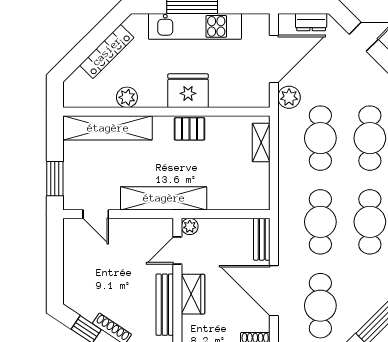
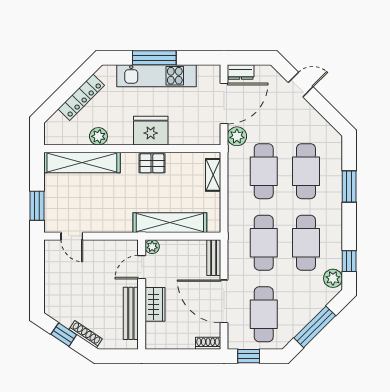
dresser: (311, 22) -> (241, 72), moved
shelving: (164, 198) -> (170, 223), moved

